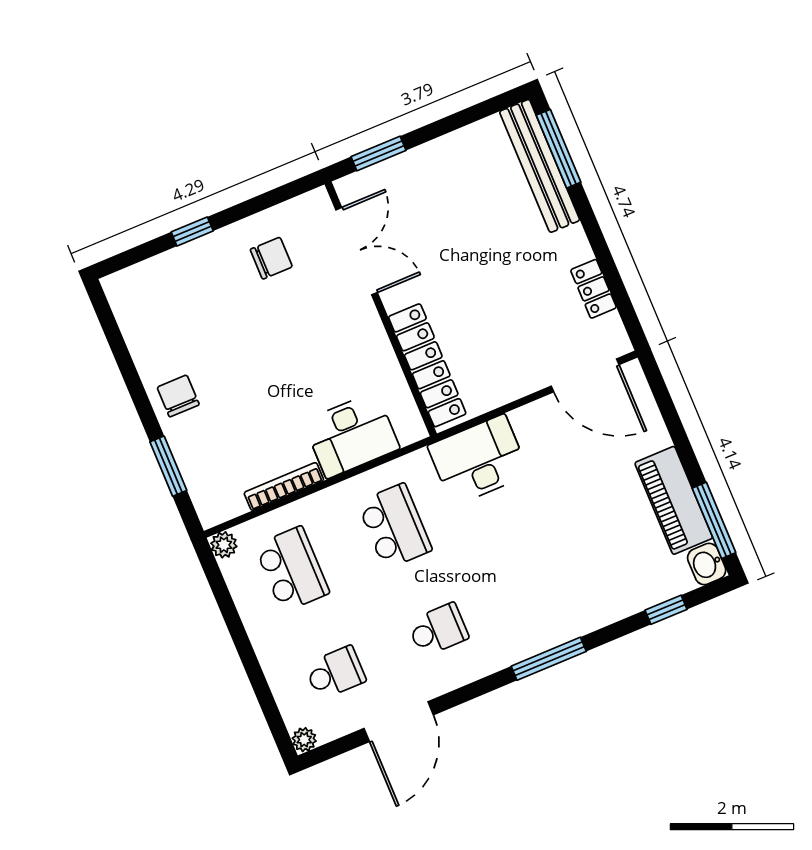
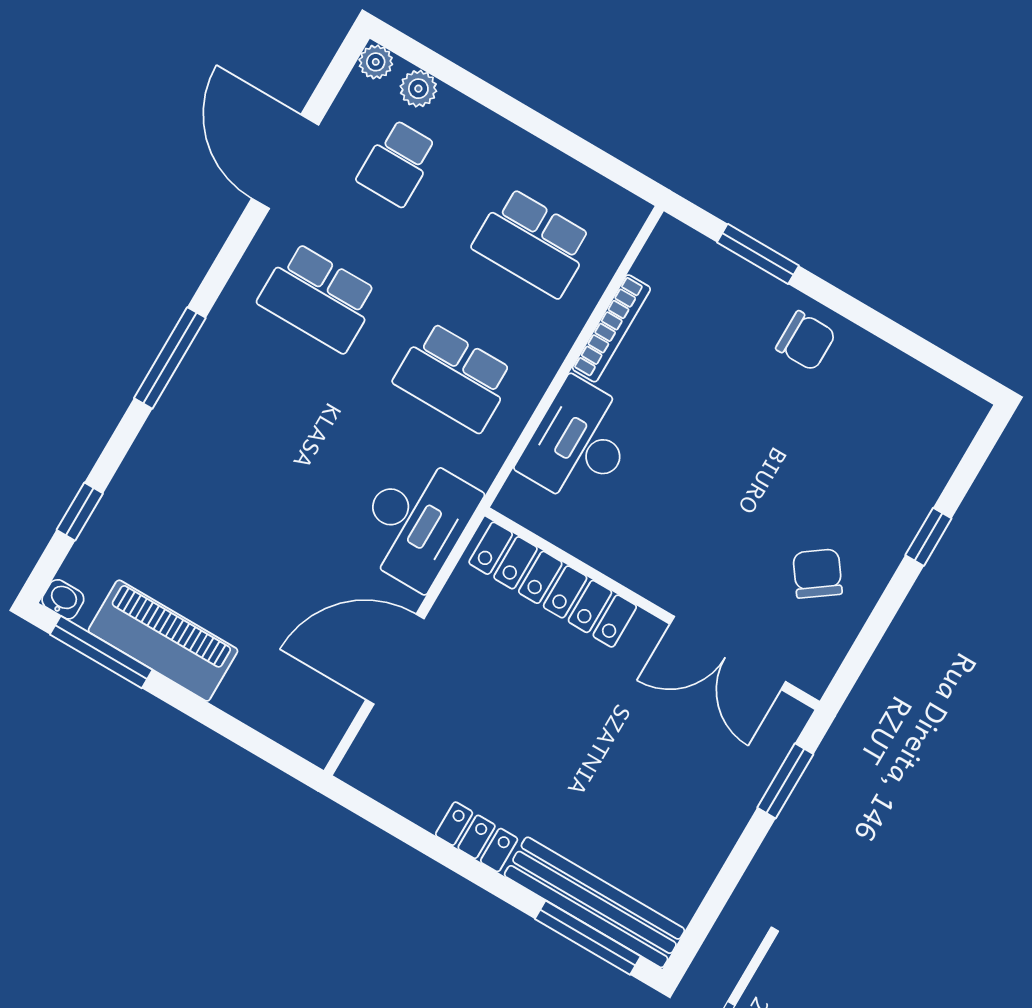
chair: (271, 258) -> (818, 573), turned 144
locker: (593, 289) -> (477, 837), moved
door: (585, 375) -> (395, 659), moved
plant: (224, 545) -> (418, 89), moved
washbasin: (707, 564) -> (63, 599), width x0.72, depth x0.69
school desk: (438, 630) -> (318, 297), width x1.85

